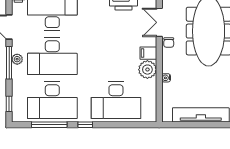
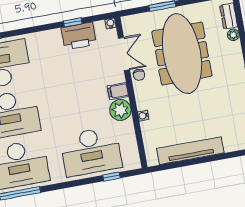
double door: (159, 22) -> (124, 54), swing flipped
window: (85, 125) -> (111, 177), moved

